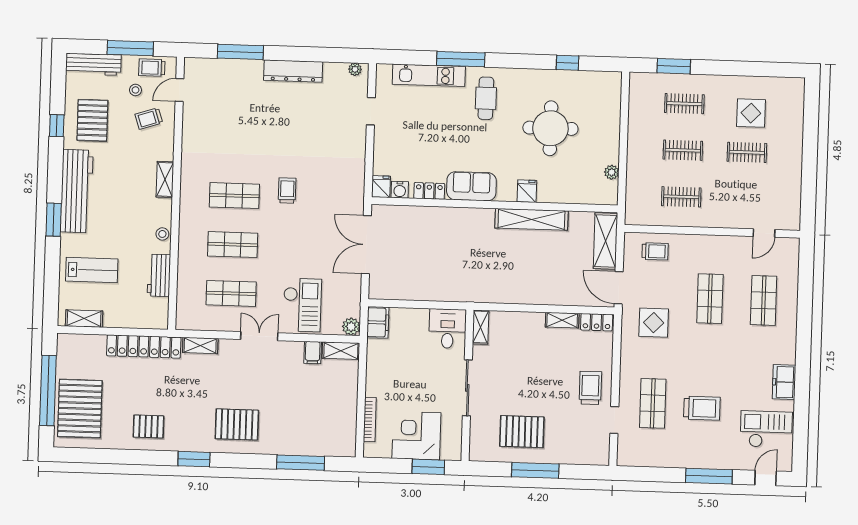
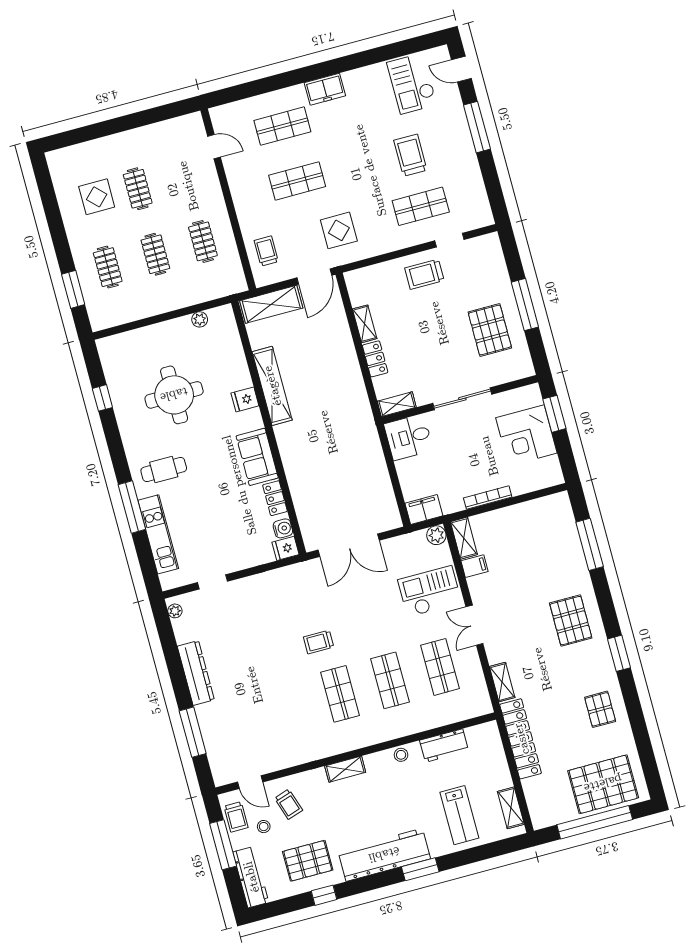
lab bench: (92, 270) -> (459, 815), turned 180
locker: (597, 322) -> (375, 359), moved
freezer: (784, 382) -> (325, 89), moved
bookcase: (370, 419) -> (488, 498), moved

